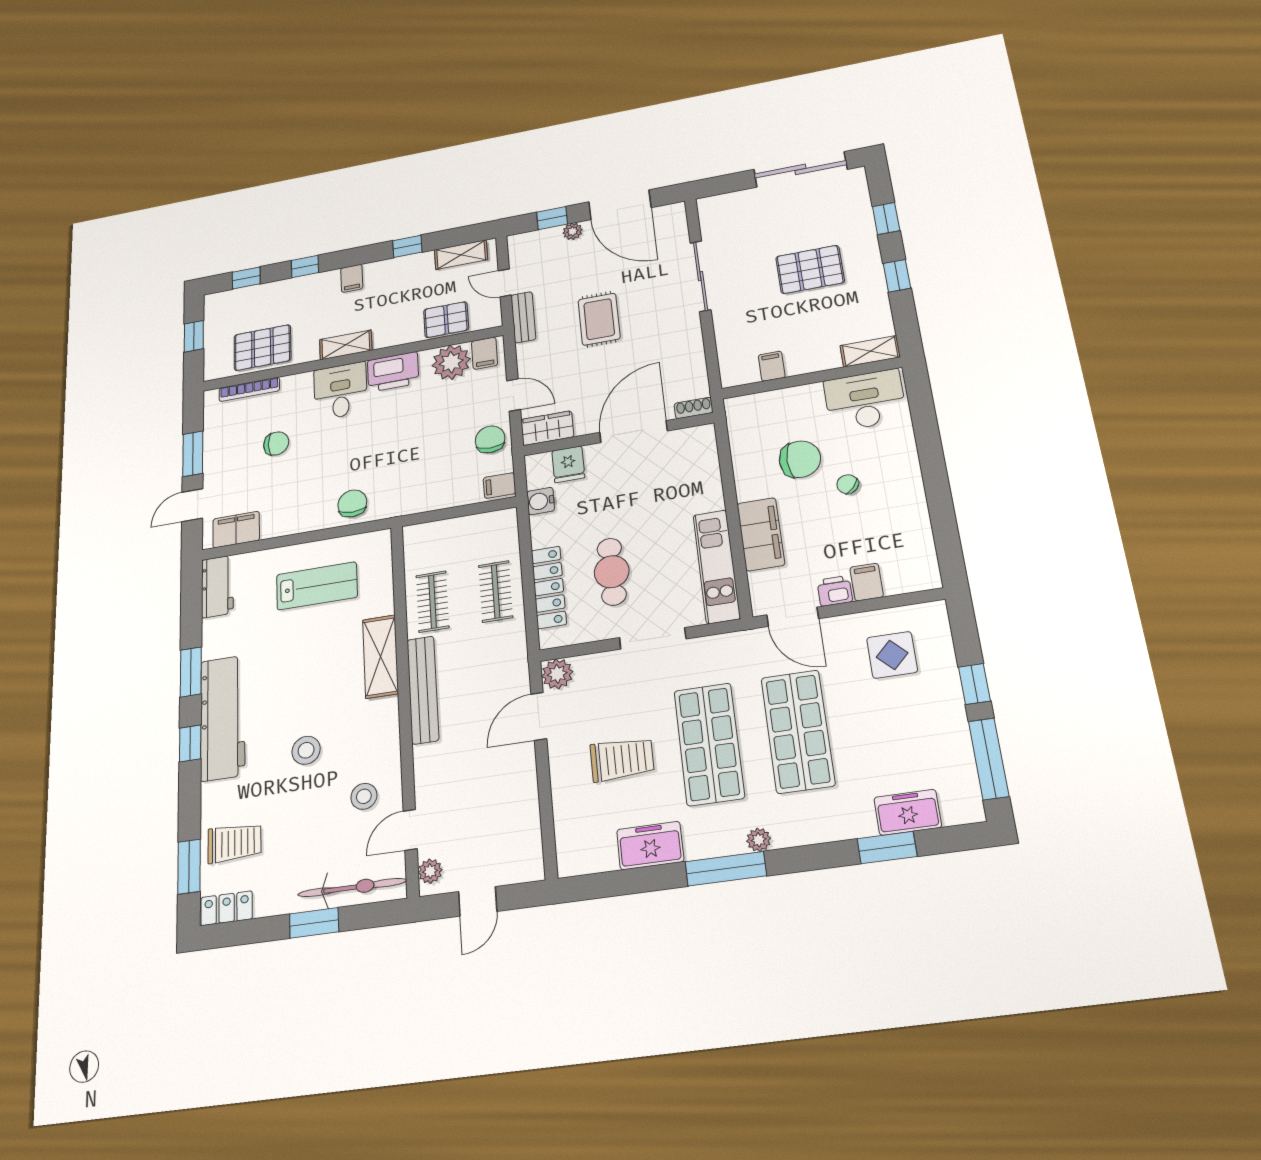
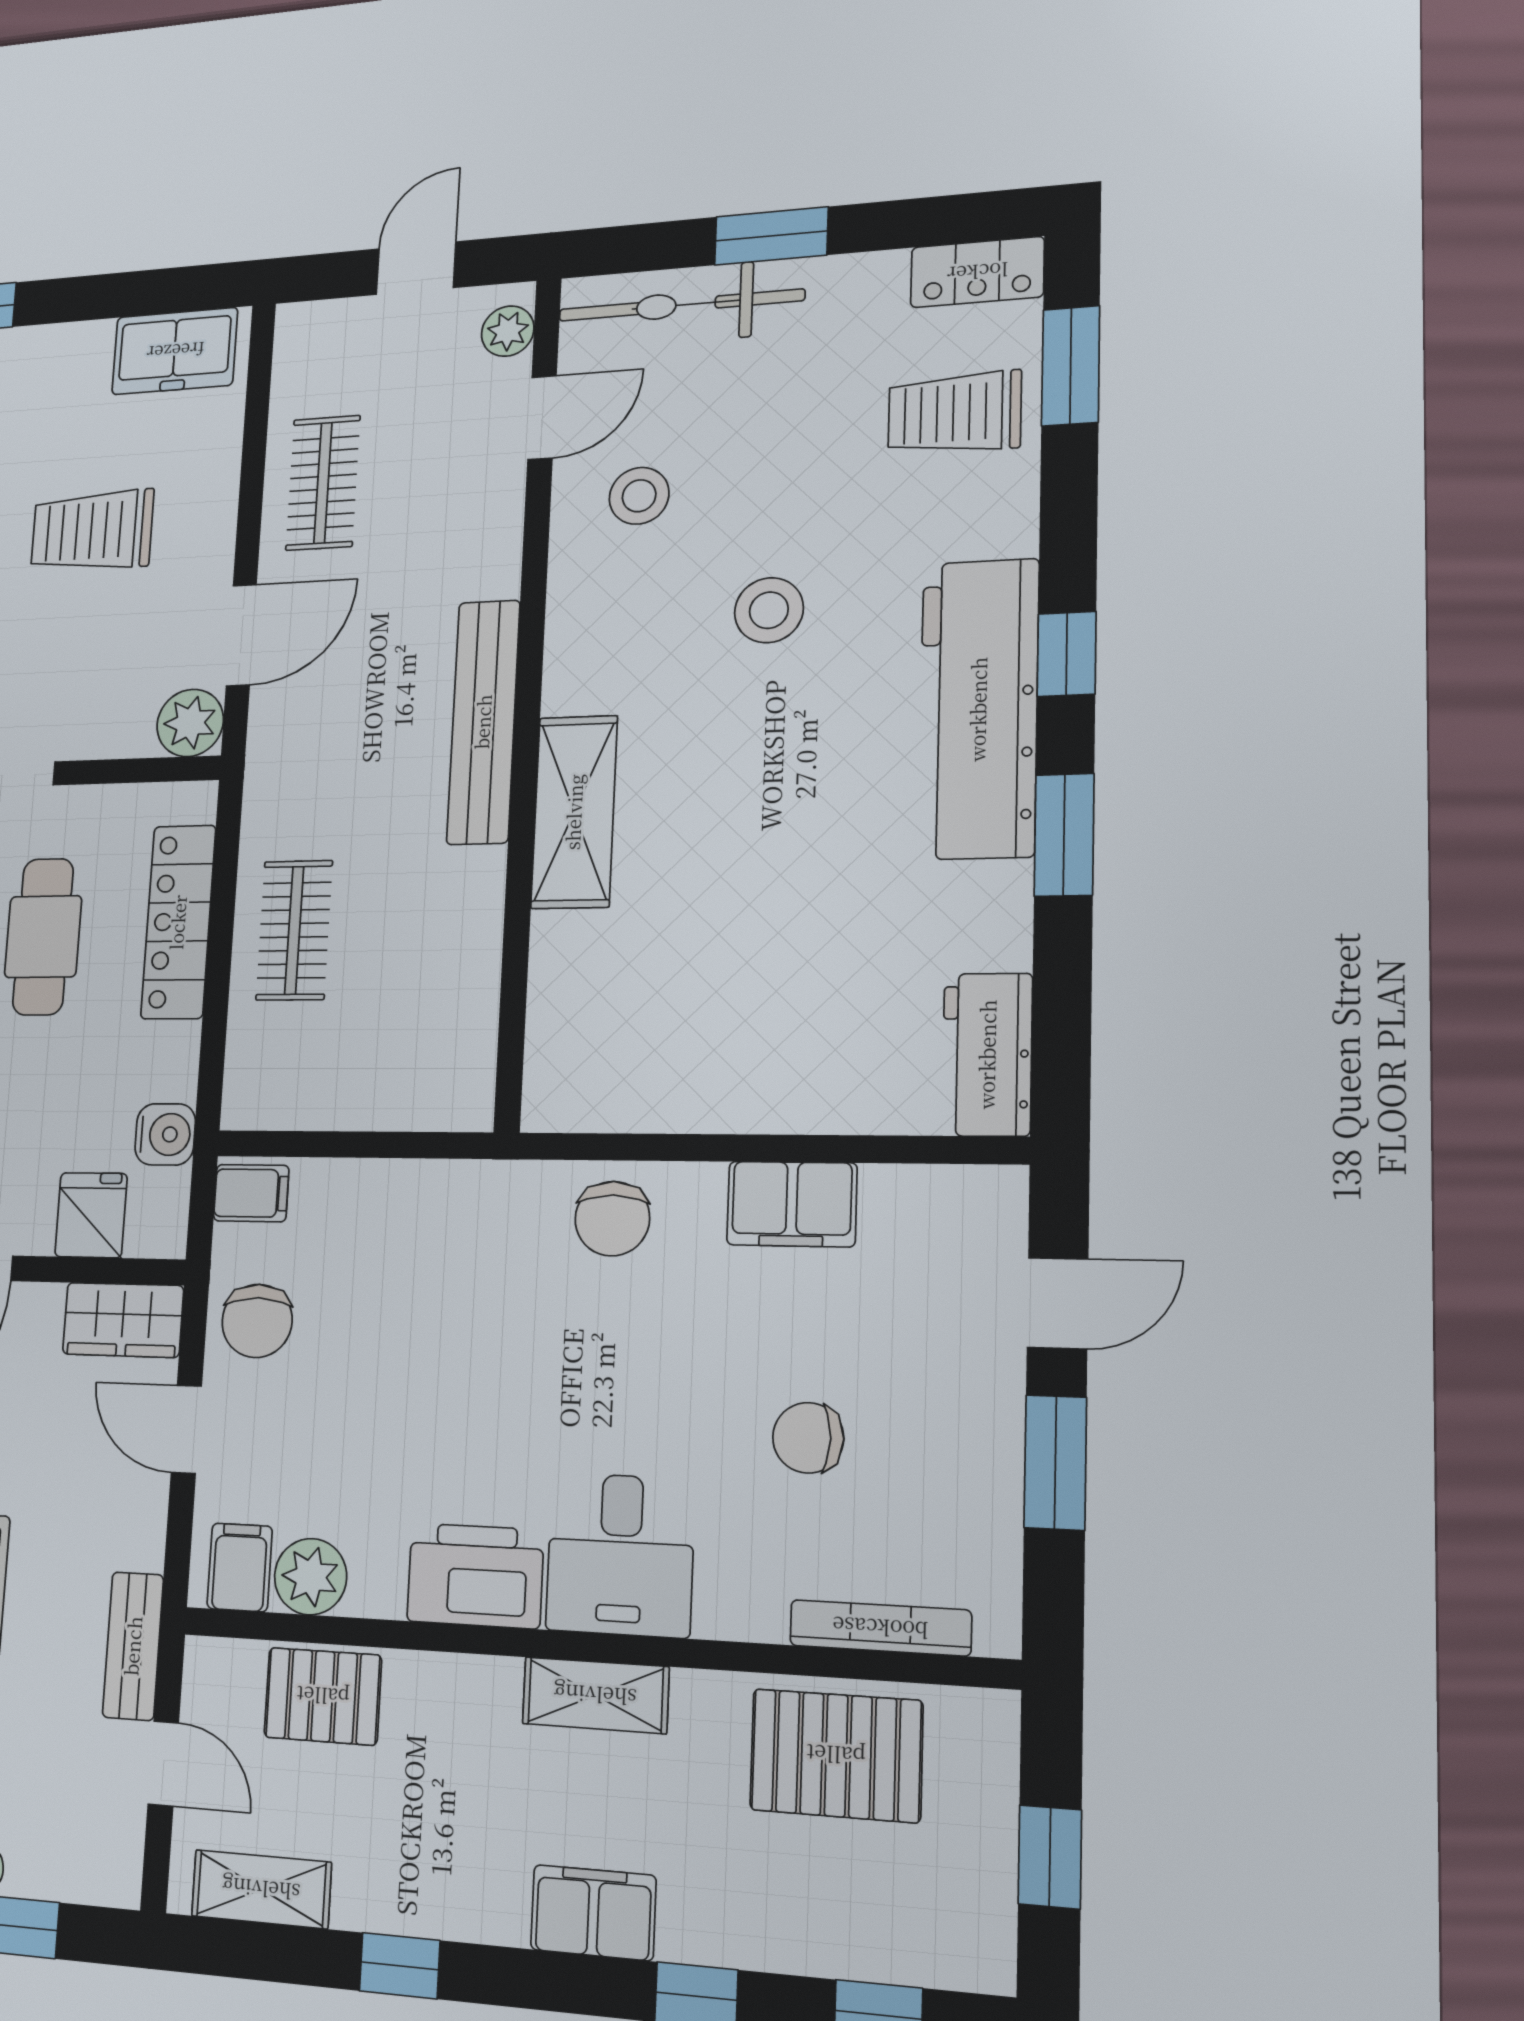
filing cabinet: (352, 278) -> (593, 1913), width x2.00
plant: (451, 362) -> (311, 1577), width x0.73, depth x0.73
filing cabinet: (236, 530) -> (792, 1204), moved
lab bench: (317, 586) -> (719, 1012), removed
clothes rail: (432, 602) -> (323, 483), moved
freezer: (650, 846) -> (175, 351), moved

